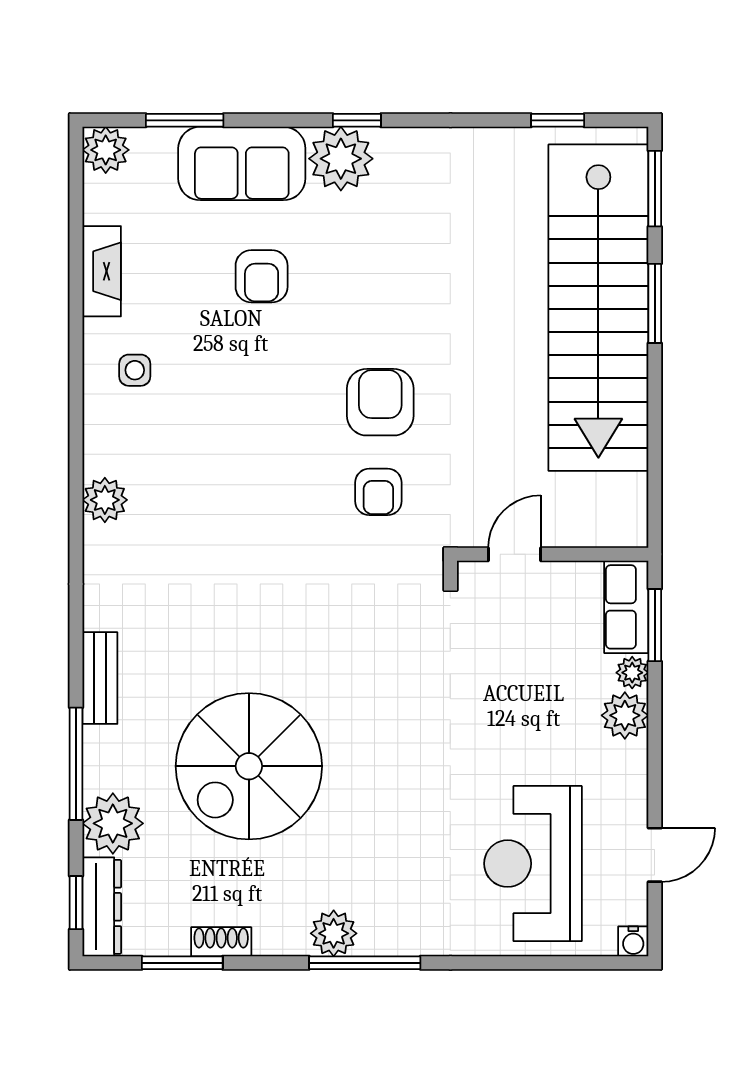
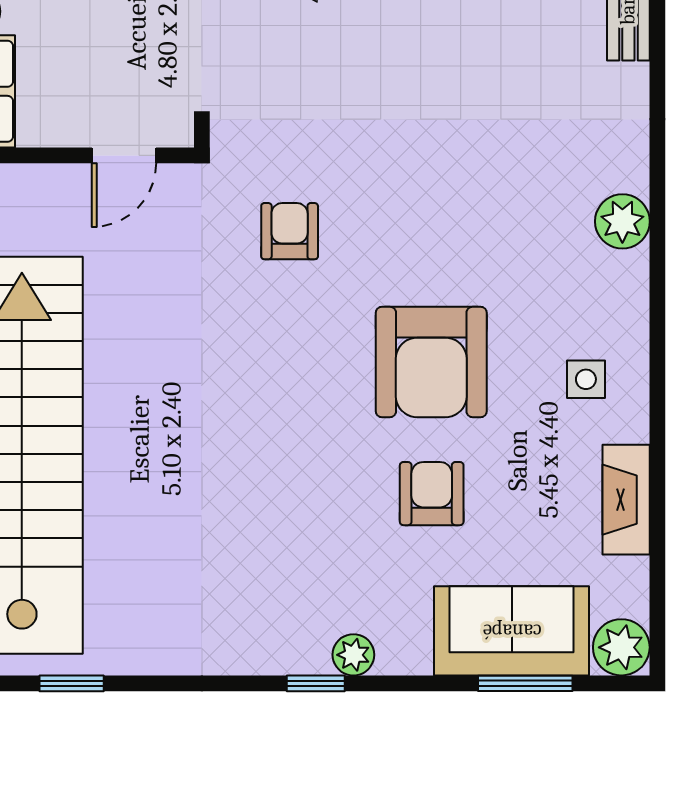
plant: (341, 159) -> (353, 655), width x0.53, depth x0.53
sofa: (242, 163) -> (512, 631), moved
armchair: (380, 402) -> (431, 362), moved, width x1.36, depth x1.36

